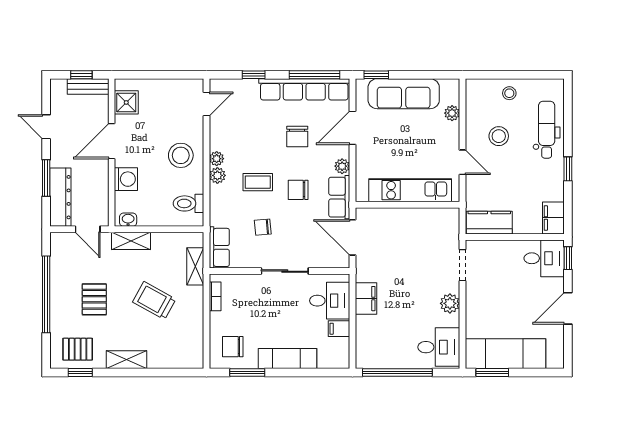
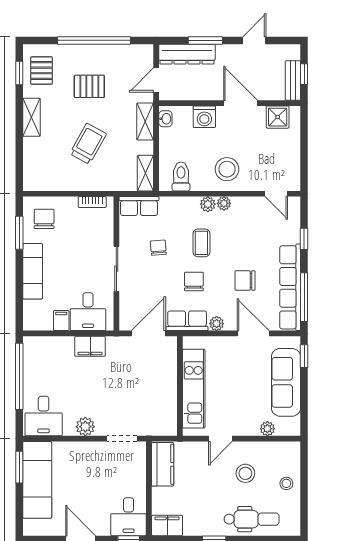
shelving: (195, 266) -> (145, 173), moved, turned 90

